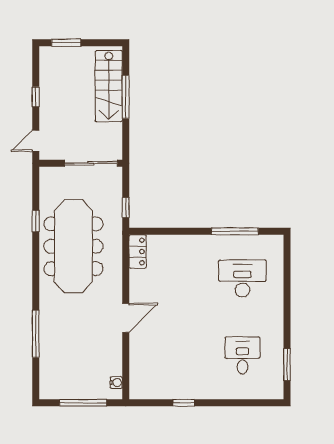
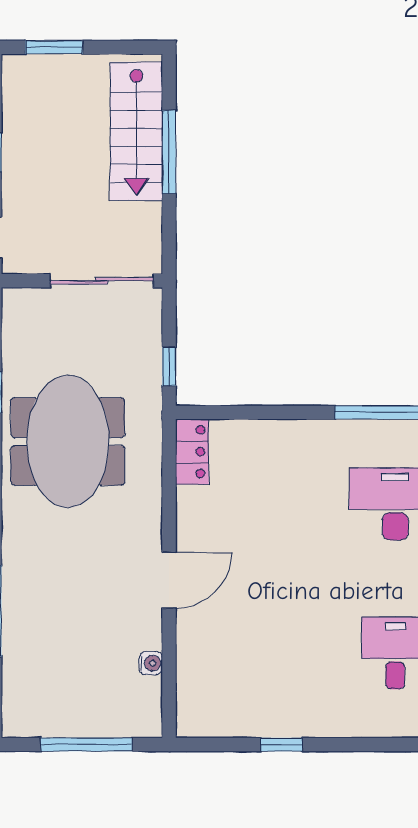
meeting table: (73, 246) -> (68, 441), width x0.73
water cooler: (116, 383) -> (151, 663), moved

